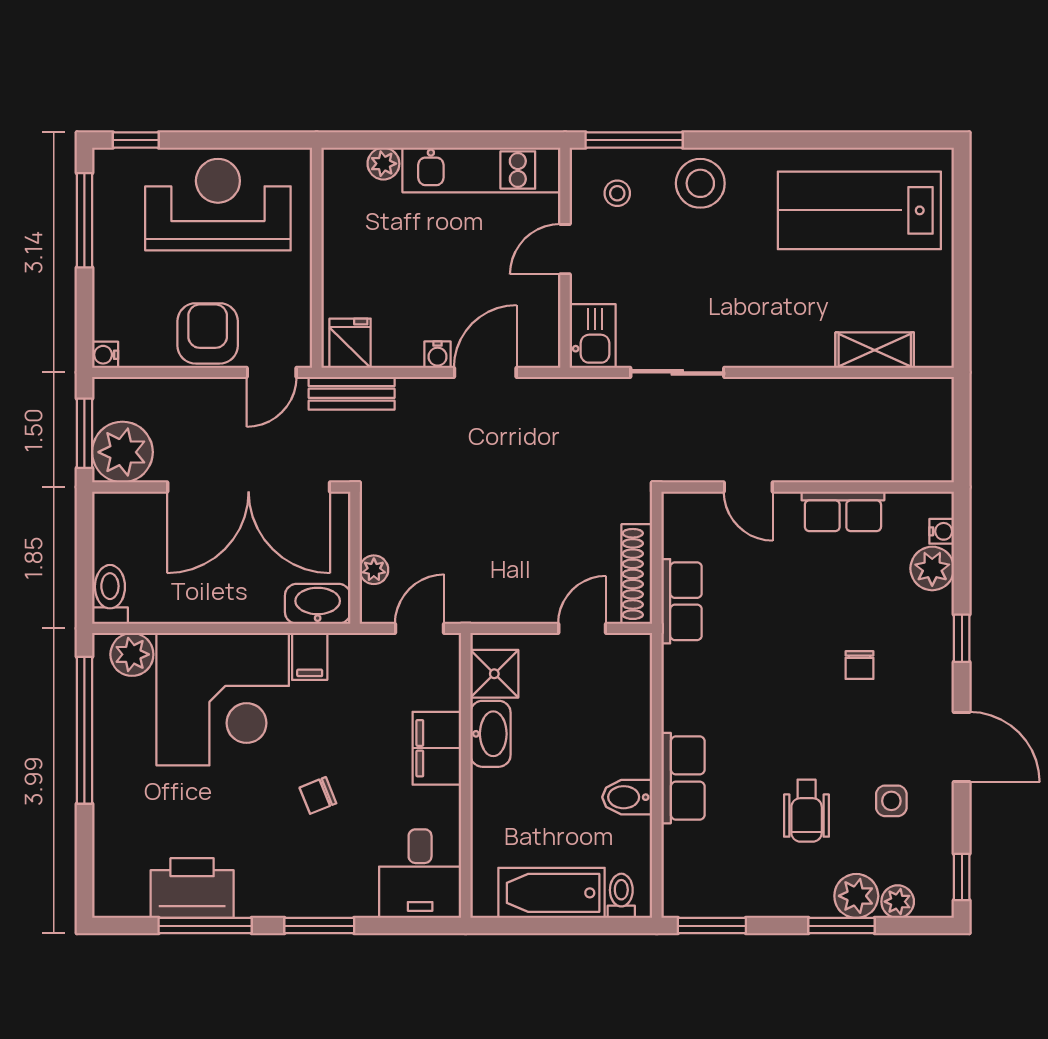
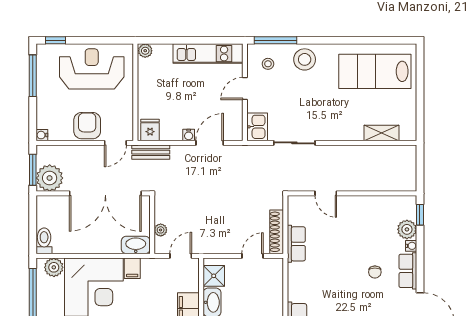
plant: (383, 164) -> (145, 51), moved
row of seats: (843, 511) -> (408, 271), moved, turned 90
water cooler: (942, 531) -> (411, 246), moved
window: (962, 638) -> (420, 215), moved

